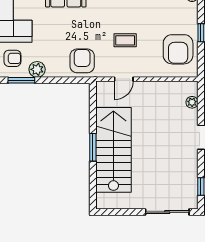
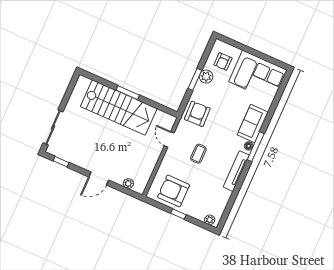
armchair: (82, 61) -> (197, 114), turned -92
window: (21, 80) -> (195, 79), moved

